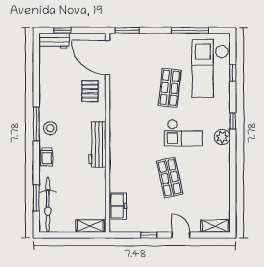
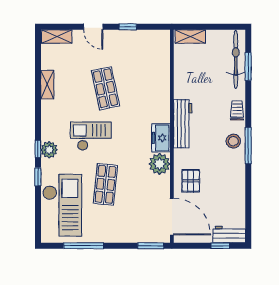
window: (233, 73) -> (38, 177), moved
plant: (119, 107) -> (160, 164), added
plant: (222, 137) -> (49, 150), moved
shelving: (224, 181) -> (47, 85), added
freezer: (118, 206) -> (161, 138), moved

